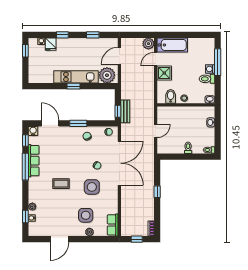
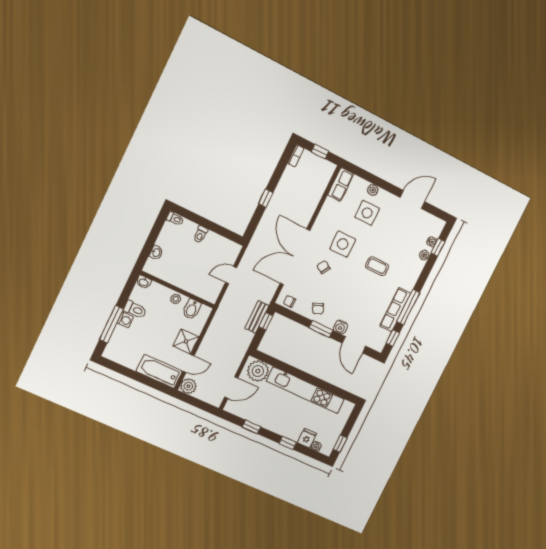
kitchen unit: (76, 77) -> (305, 390), width x1.36
window: (74, 86) -> (304, 376), removed
water cooler: (33, 131) -> (340, 327), moved

